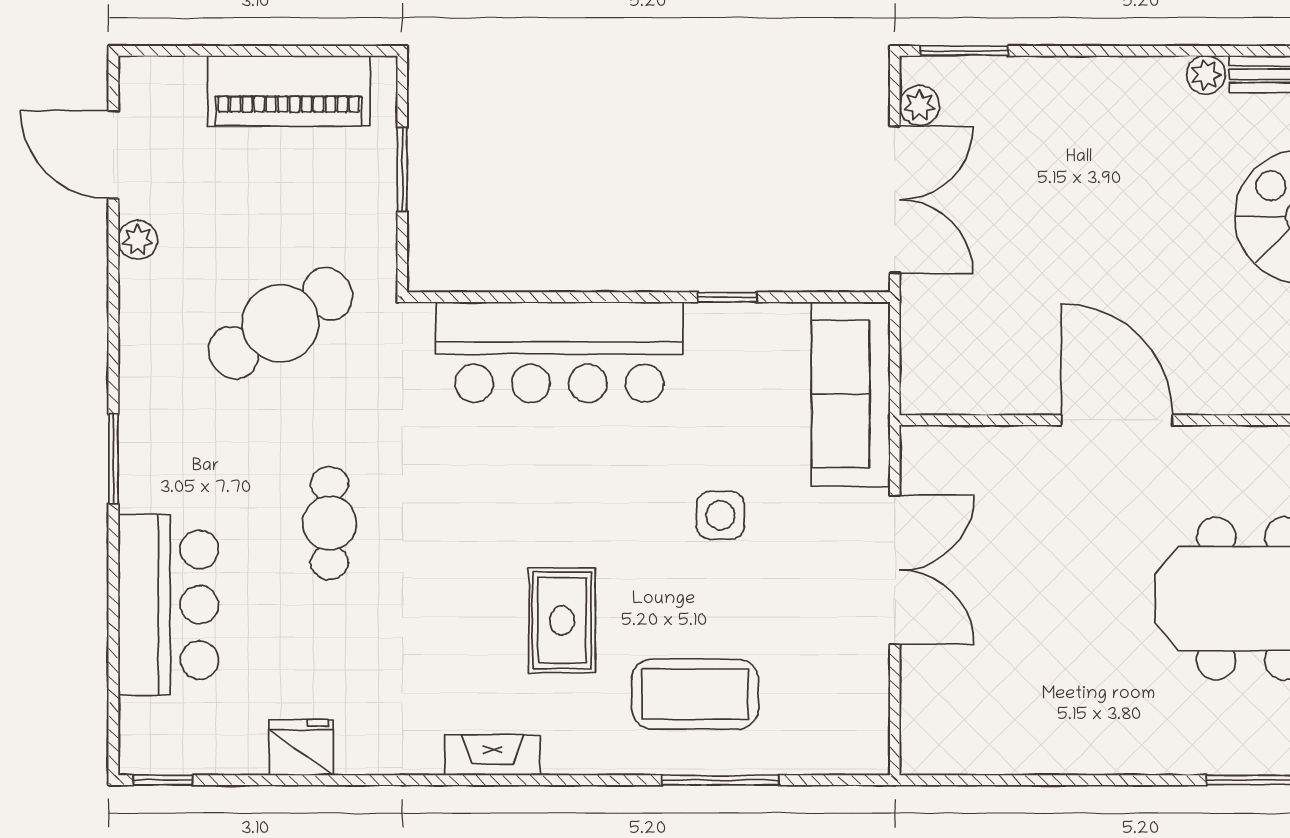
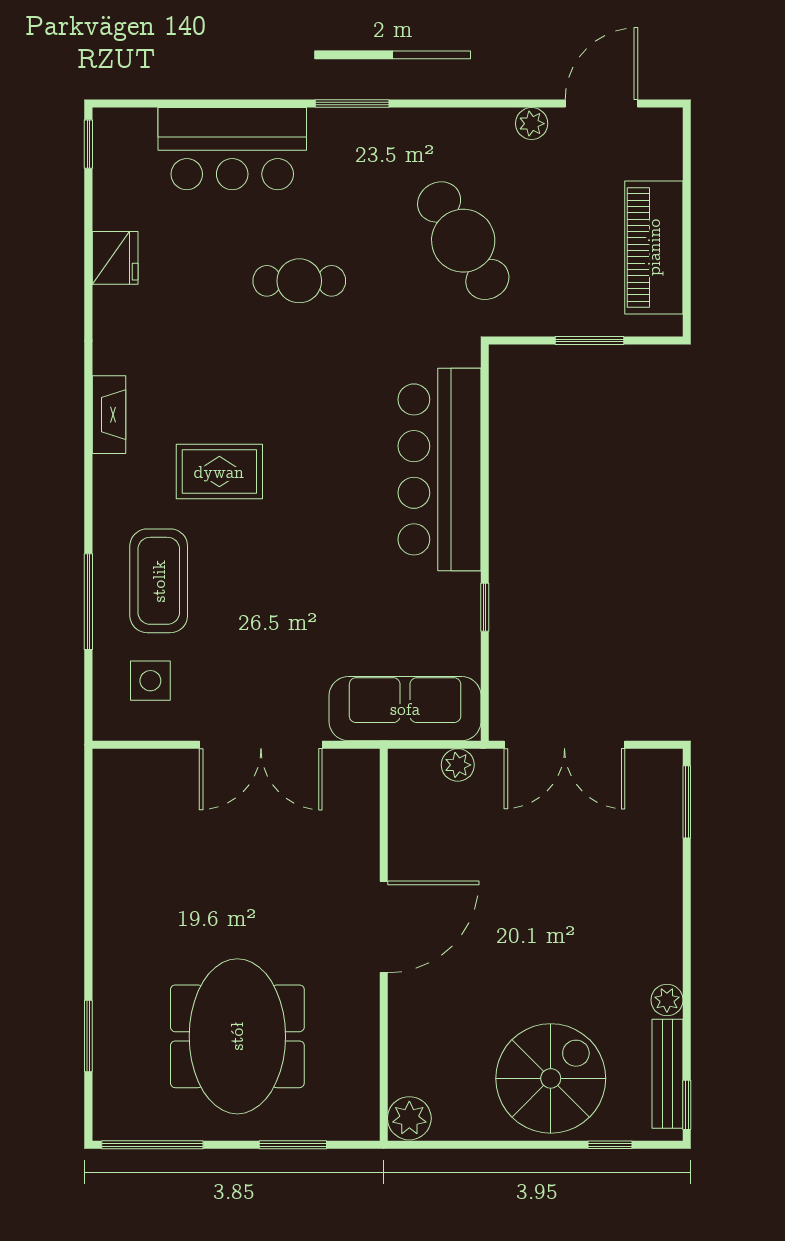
plant: (919, 105) -> (458, 765), moved
side table: (720, 515) -> (150, 681), moved

